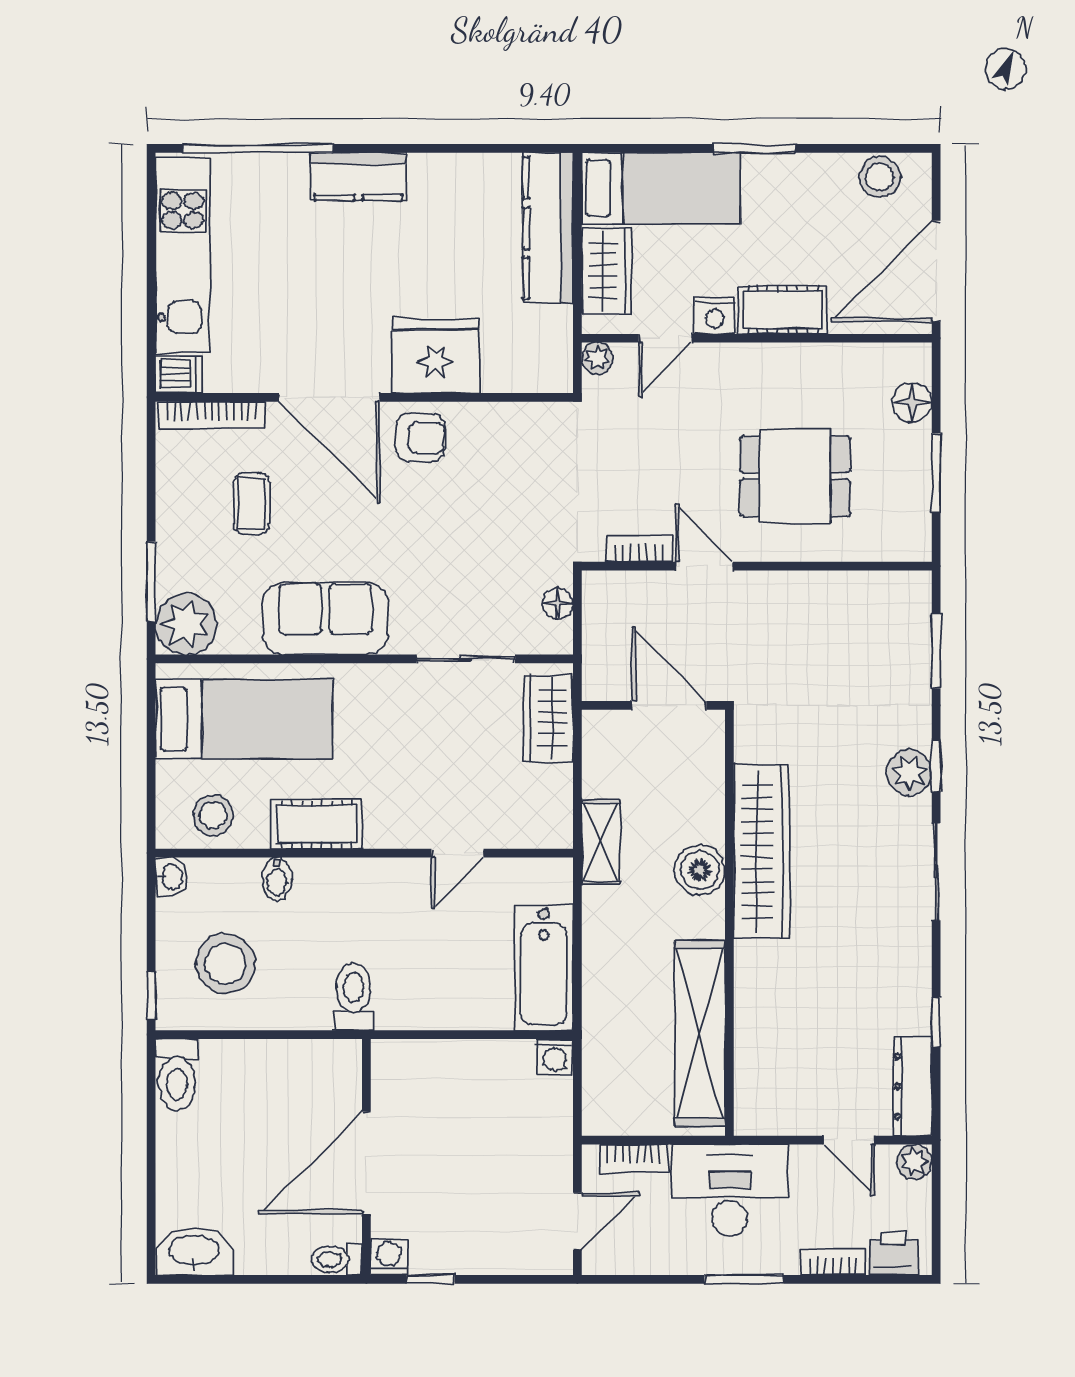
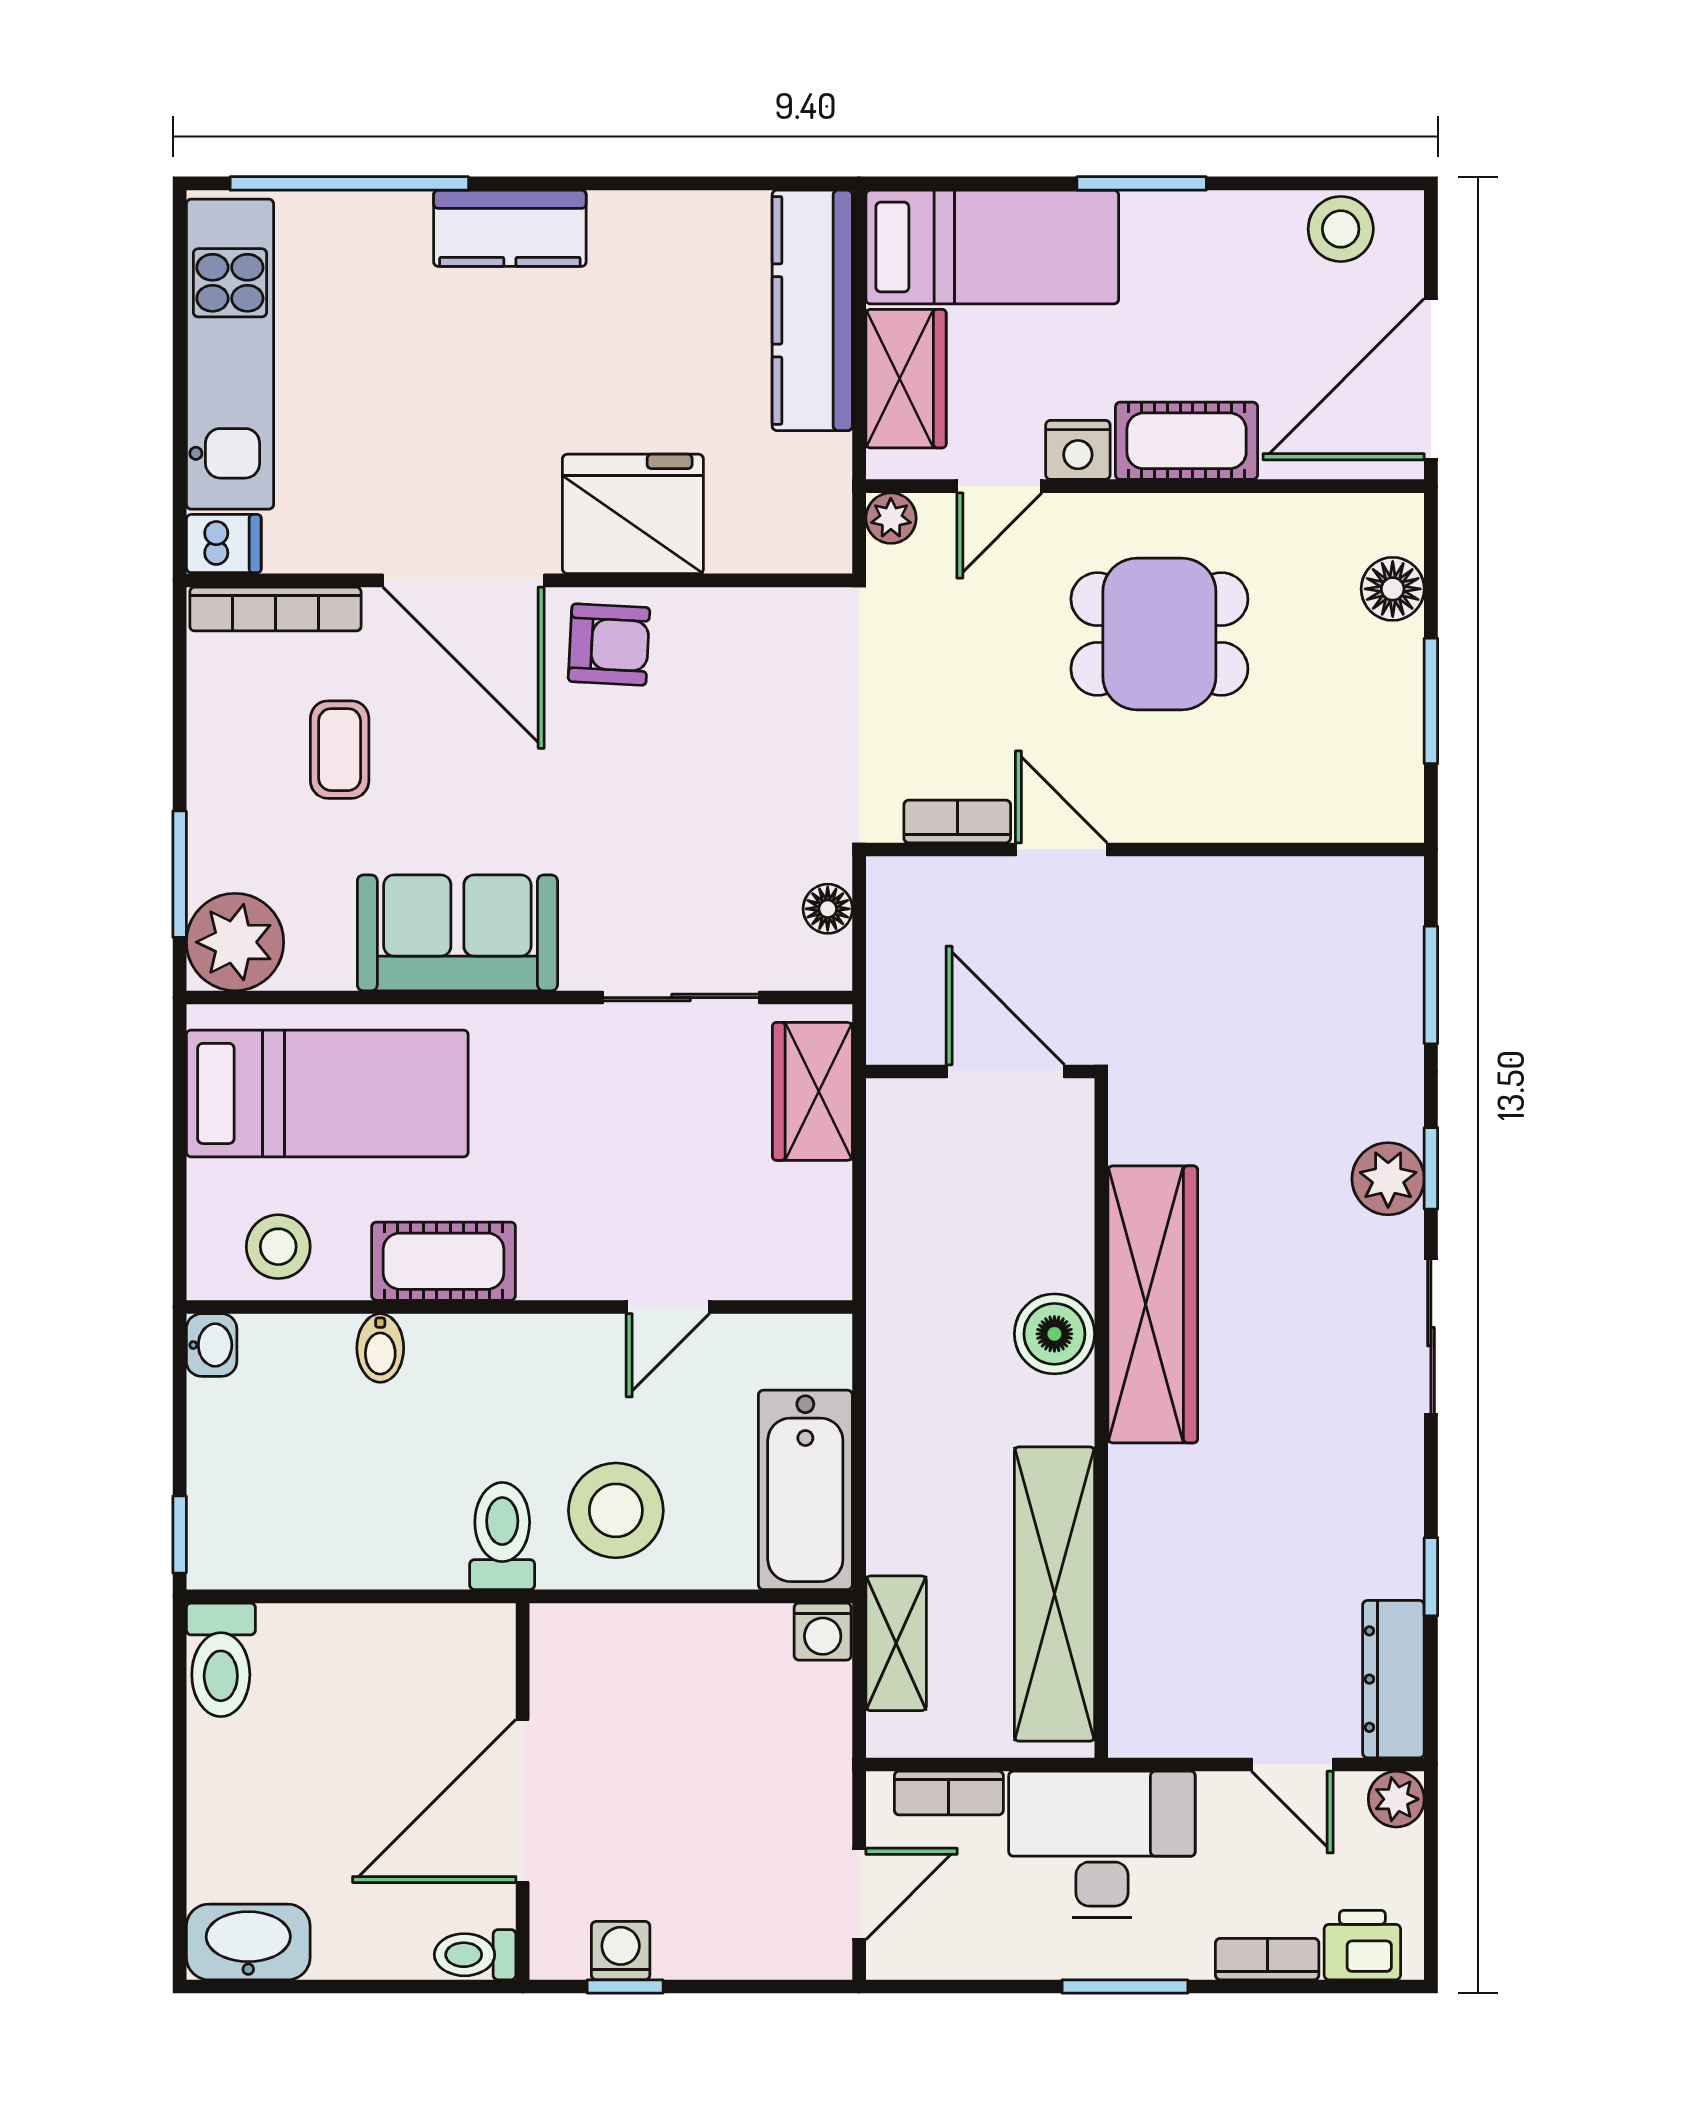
dining table: (795, 476) -> (1159, 634), moved
shelving: (601, 842) -> (896, 1643), moved
stool: (225, 964) -> (616, 1510), moved
washing machine: (389, 1257) -> (621, 1951), moved

